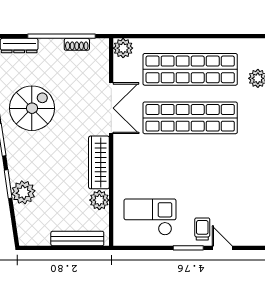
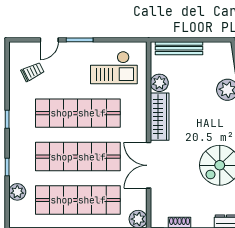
shop shelf: (190, 166) -> (78, 113), added
trolley: (202, 229) -> (33, 72), moved, turned -116
door: (222, 248) -> (49, 40), hinge flipped

